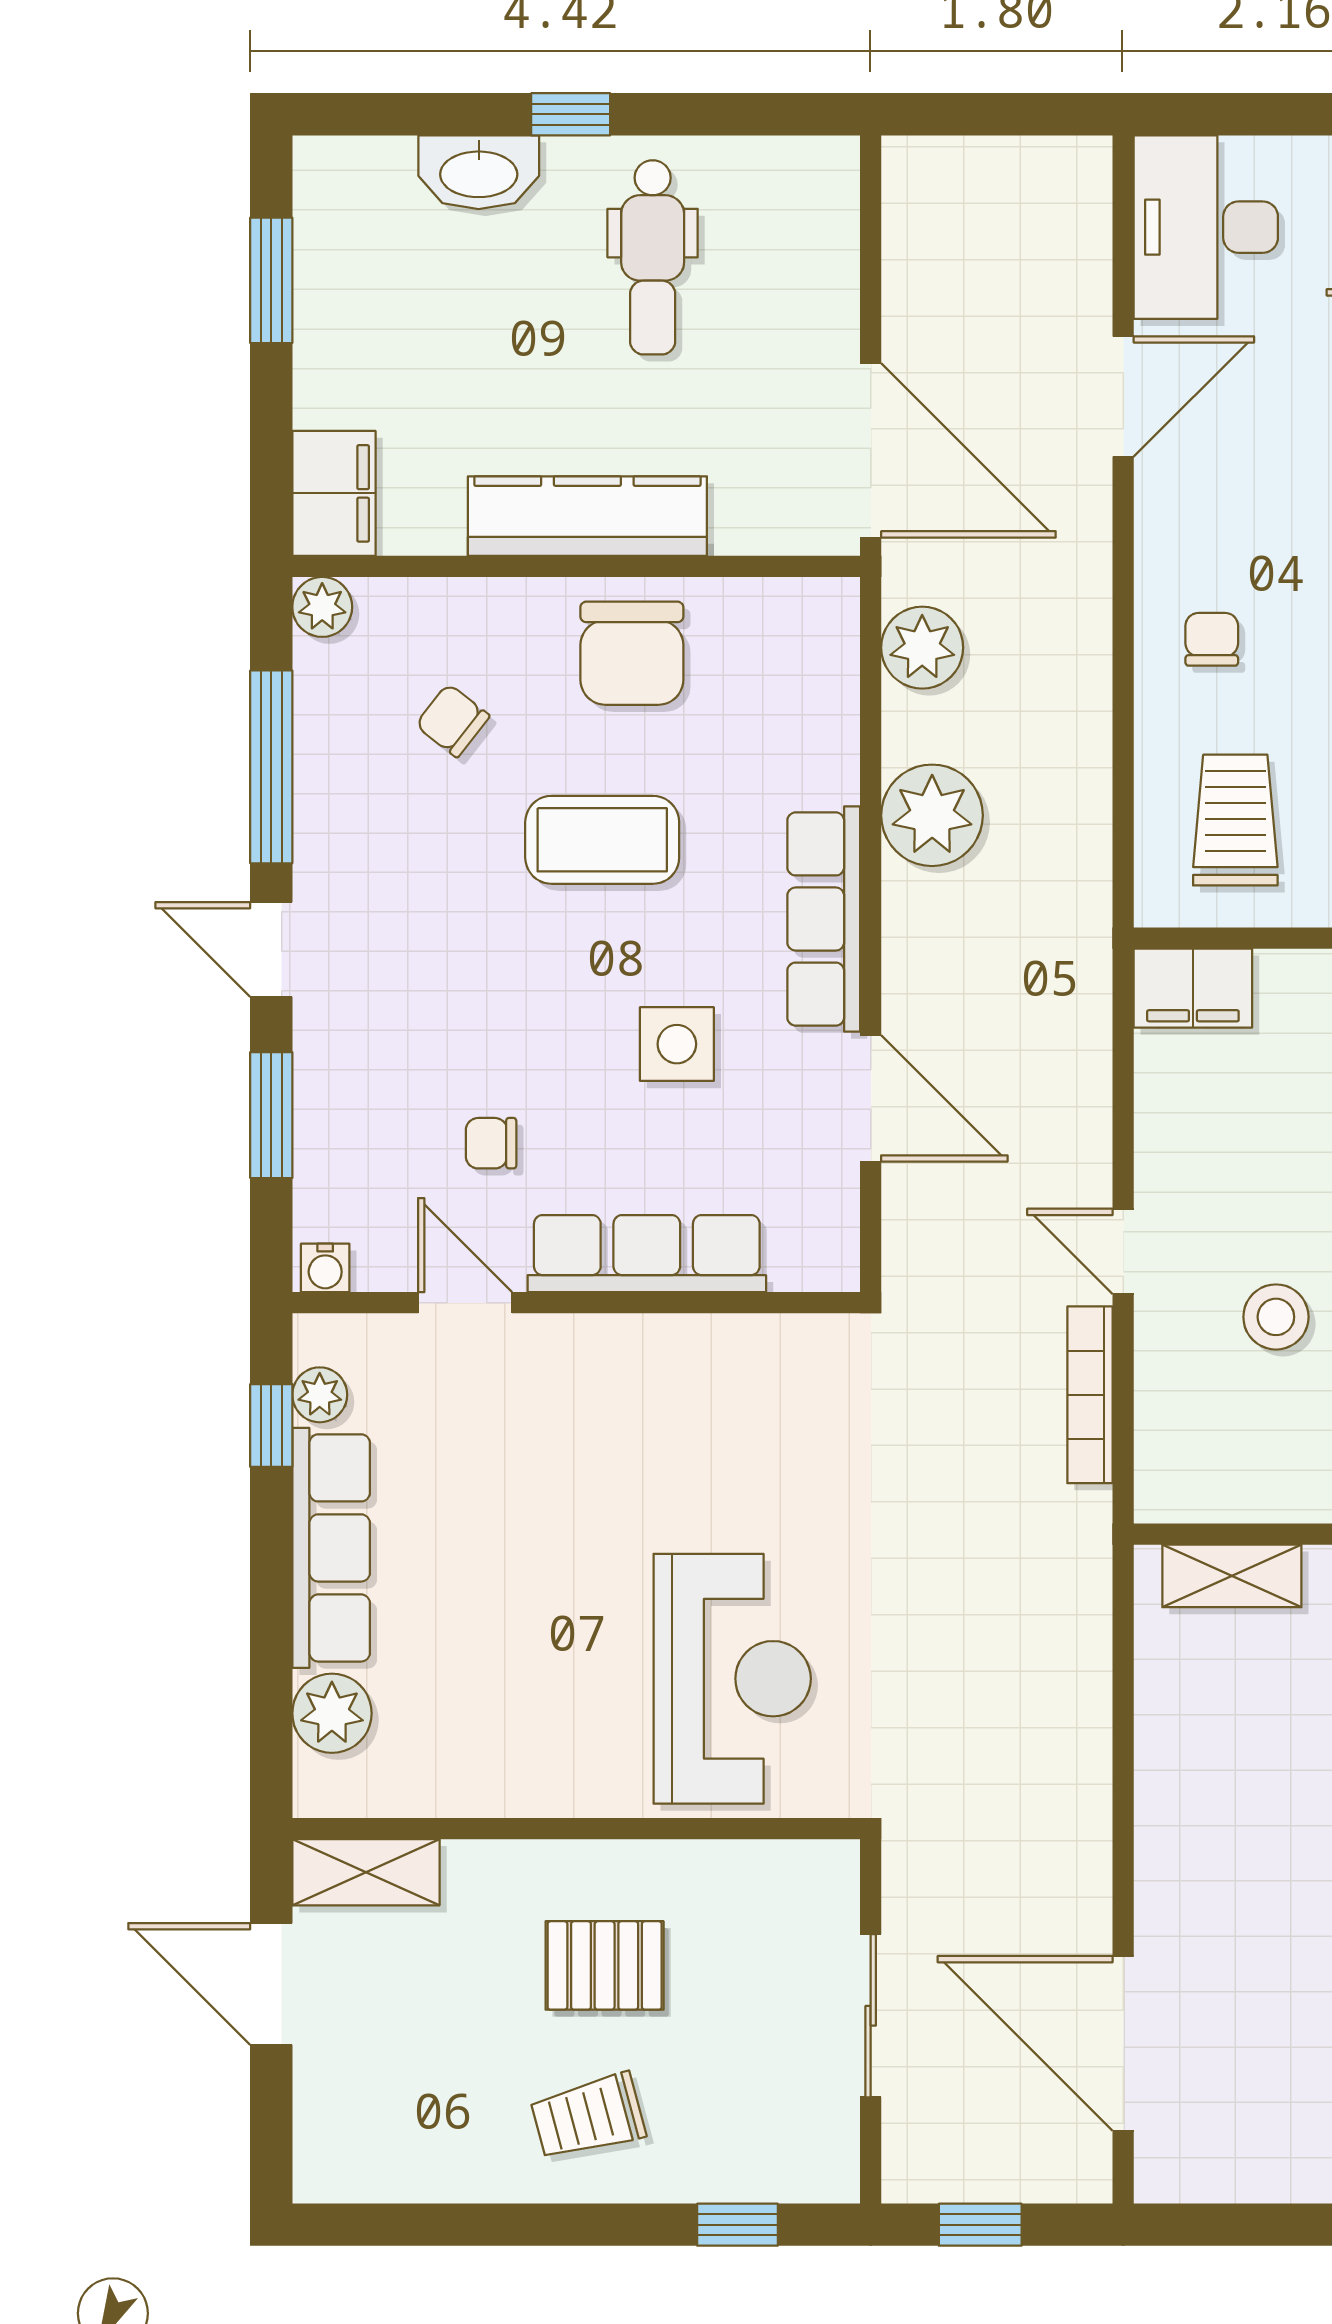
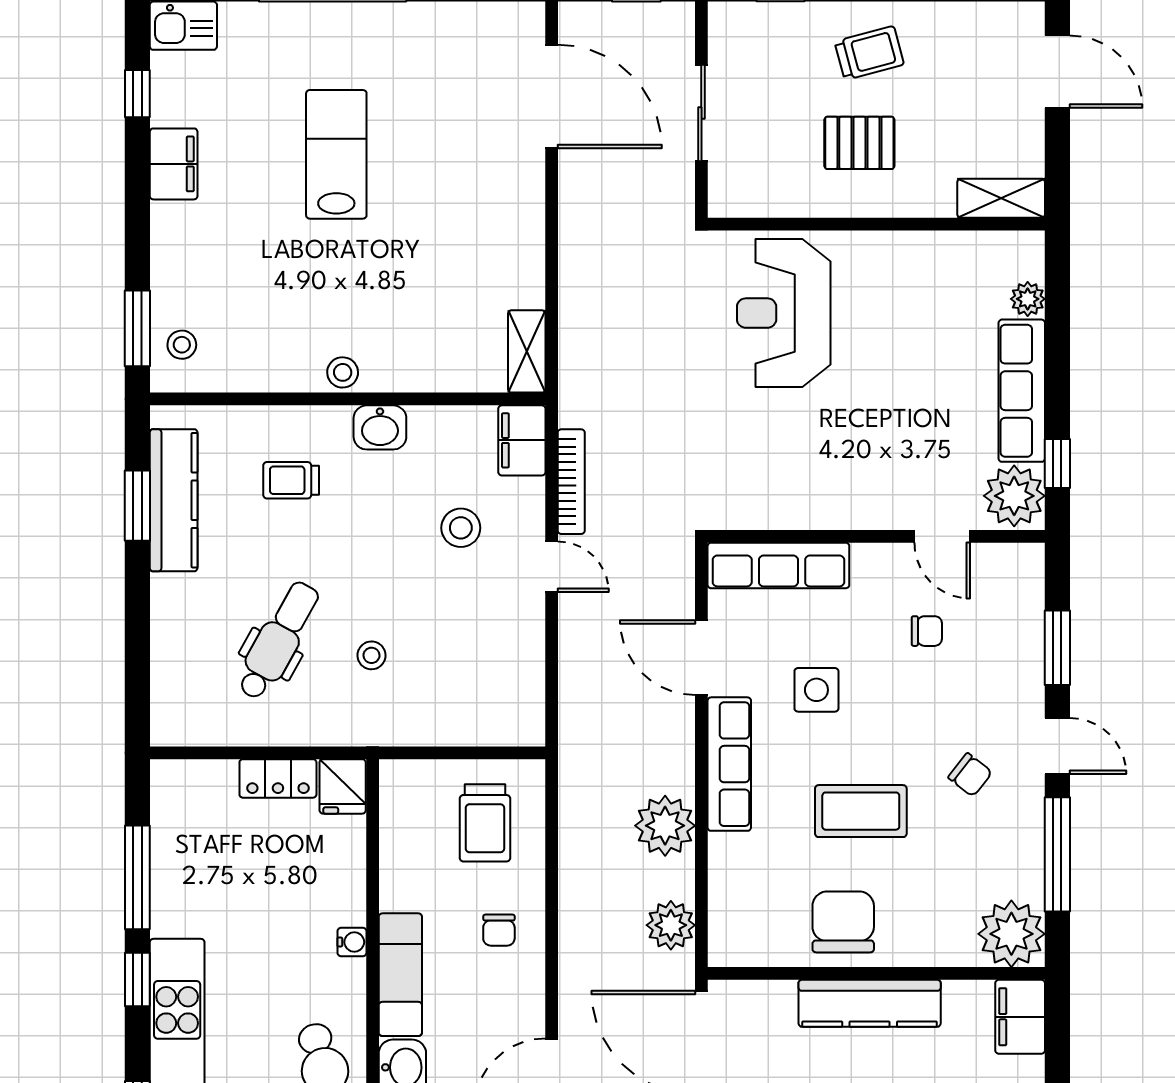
plant: (322, 607) -> (1011, 934), width x1.88, depth x1.88
chair: (453, 720) -> (970, 775), moved
filing cabinet: (1193, 988) -> (522, 440), moved, turned -90
row of seats: (647, 1254) -> (778, 565), moved
water cooler: (325, 1268) -> (1025, 557), removed
plant: (320, 1395) -> (1014, 496), width x1.87, depth x1.87
shelving: (1232, 1576) -> (527, 351), moved, turned 90
plant: (332, 1713) -> (1028, 299), width x0.73, depth x0.73
door: (271, 1984) -> (1057, 72), moved

